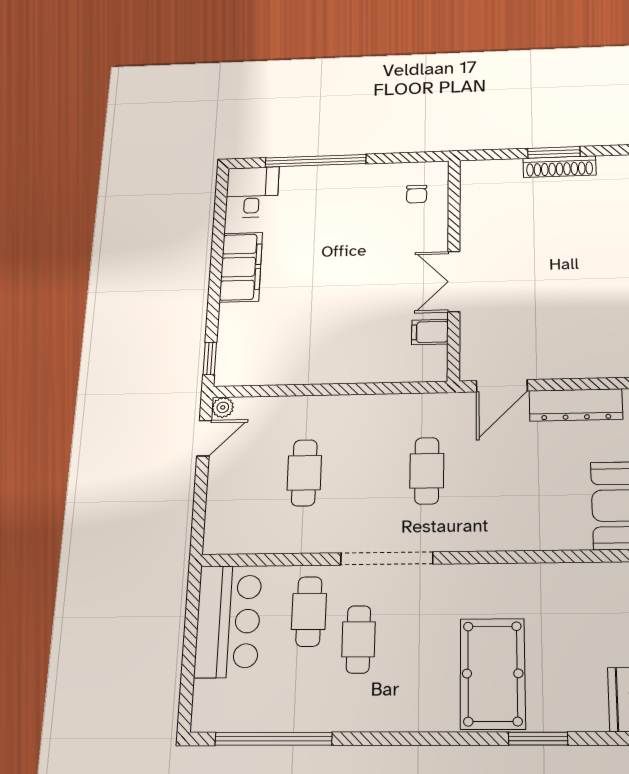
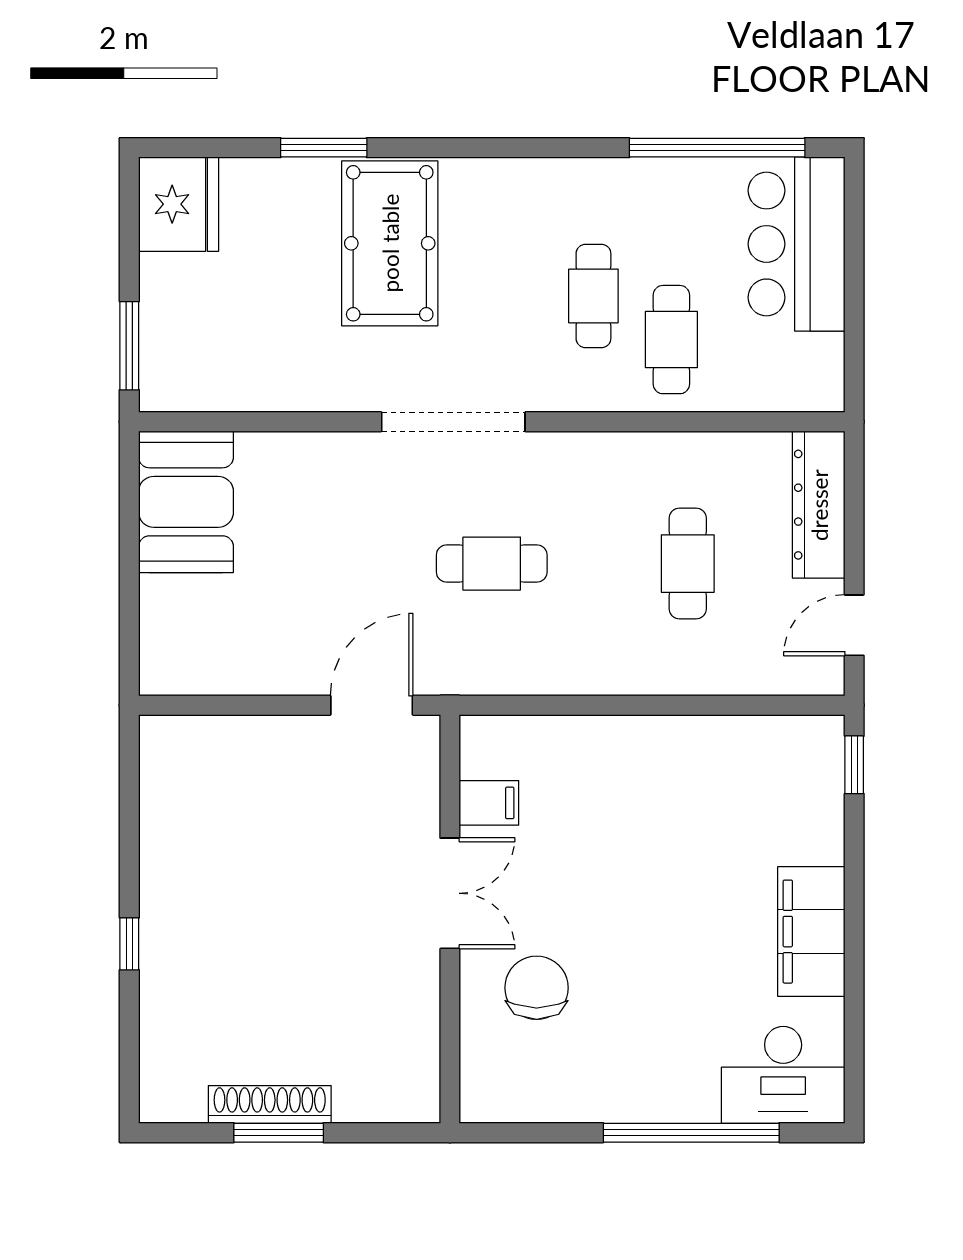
desk: (252, 192) -> (783, 1075), width x1.37
chair: (417, 194) -> (537, 988), moved, width x1.87, depth x1.87
dresser: (576, 405) -> (819, 505), moved, turned -90
plant: (223, 407) -> (827, 678), removed
cafe table: (427, 471) -> (492, 564), turned 90
doorway: (387, 558) -> (453, 422), moved
bar counter: (228, 621) -> (797, 244), moved

